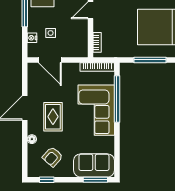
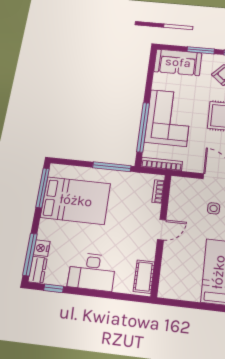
window: (150, 60) -> (112, 167), moved
window: (95, 180) -> (201, 50), moved

